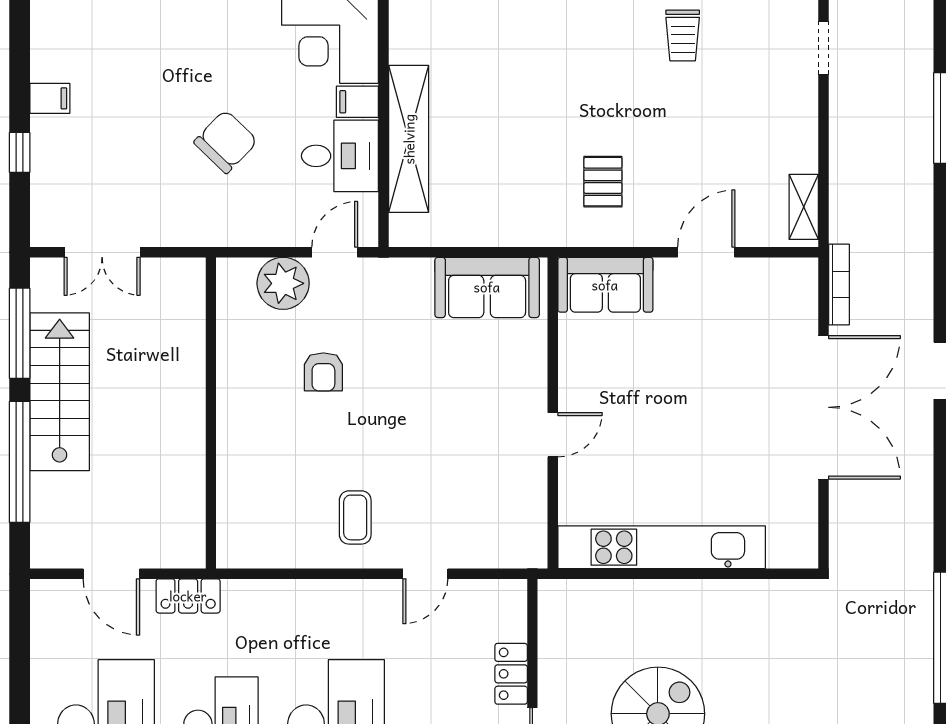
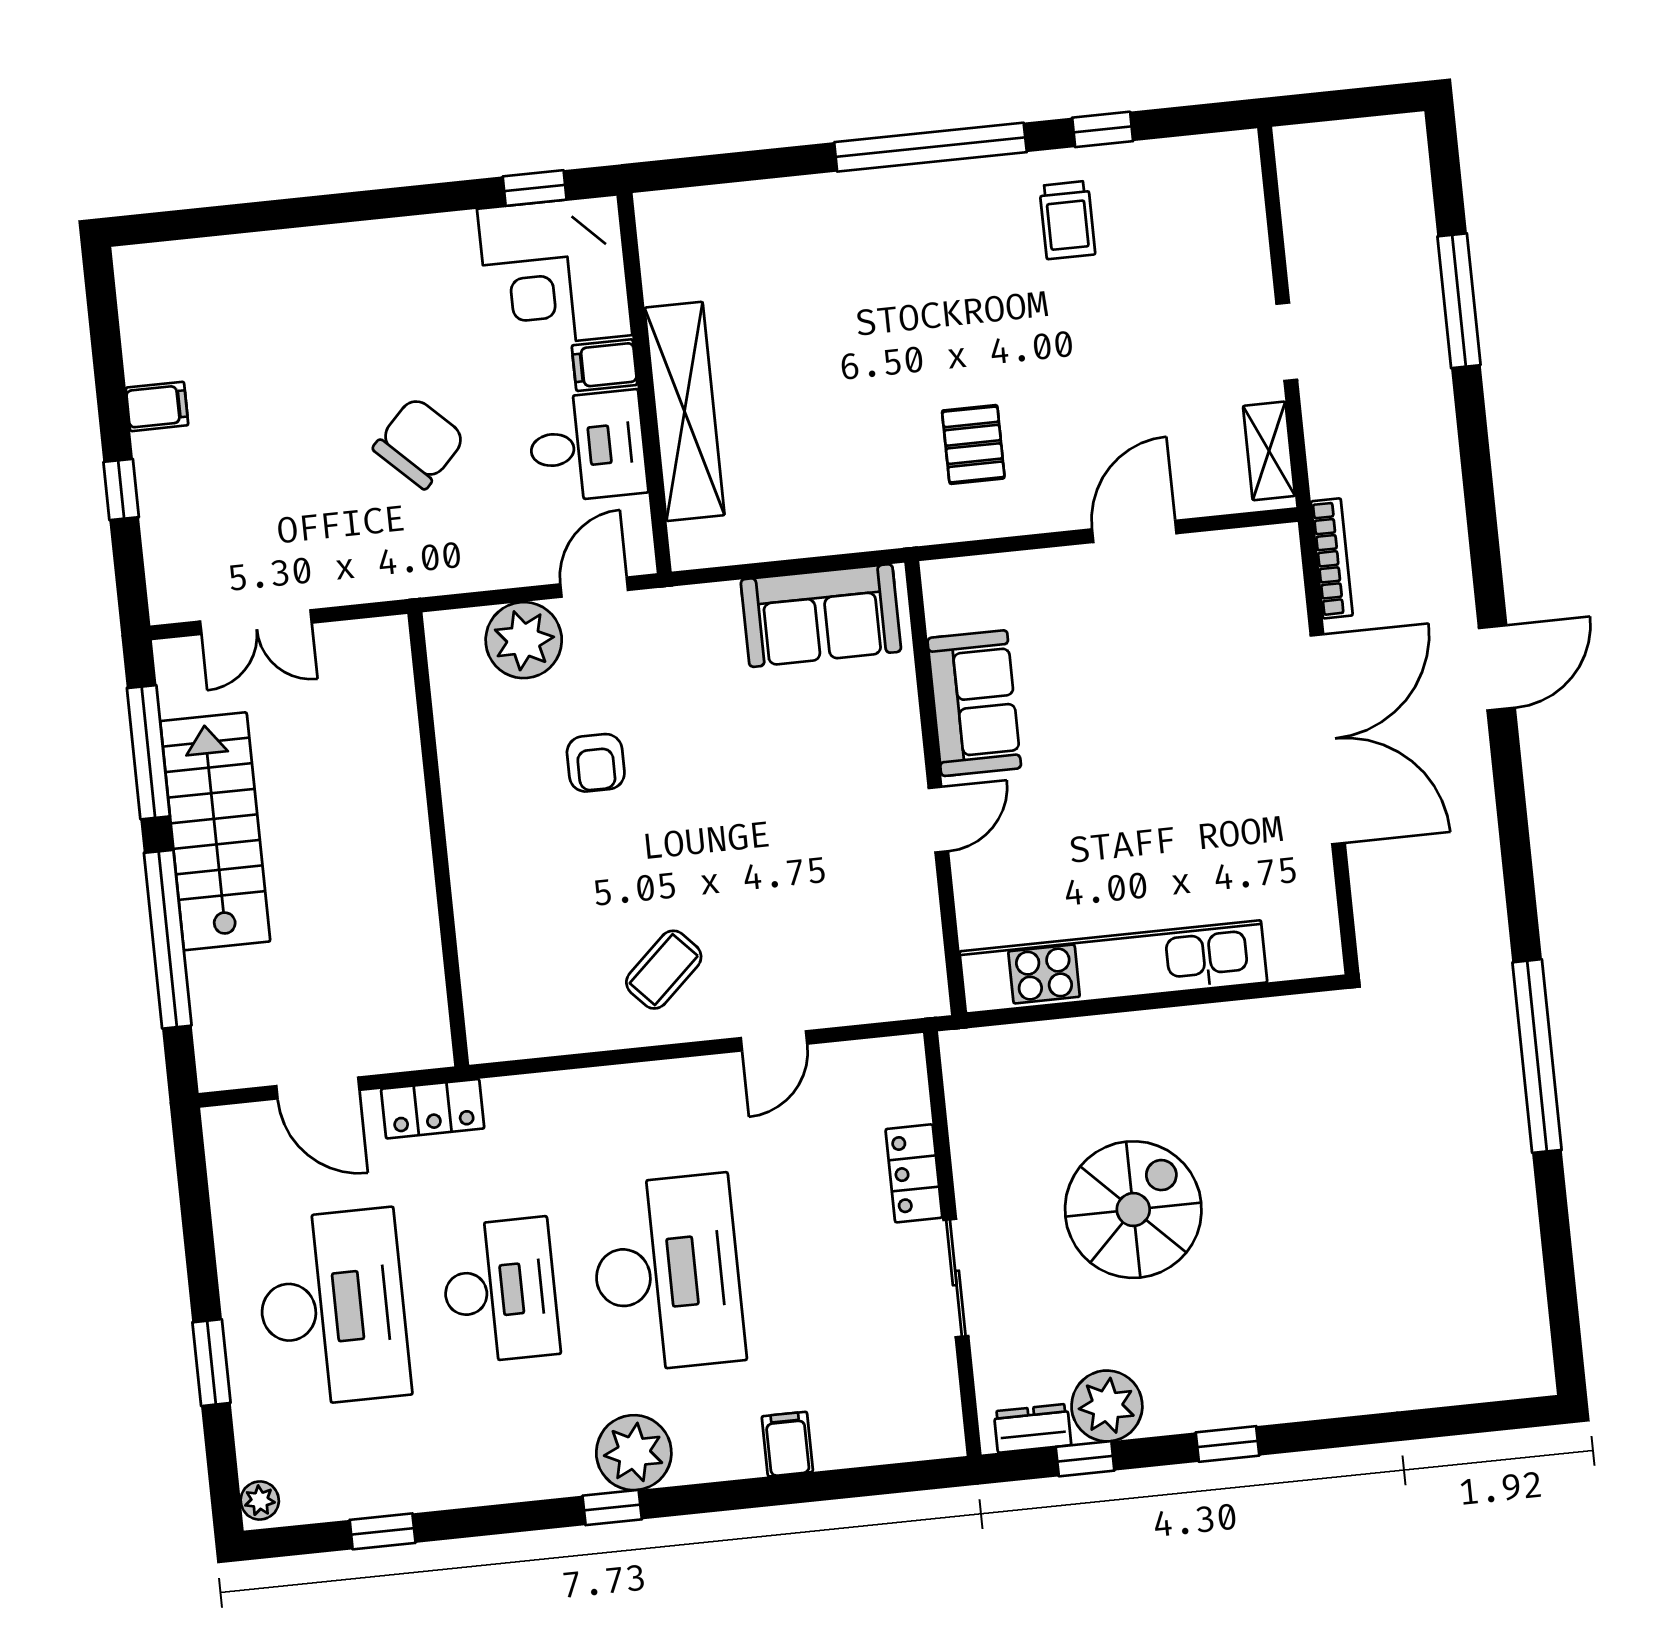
doorway: (824, 48) -> (1287, 342), moved
sofa: (605, 285) -> (974, 703), moved, turned -90
coffee table: (355, 517) -> (664, 970), turned 47

